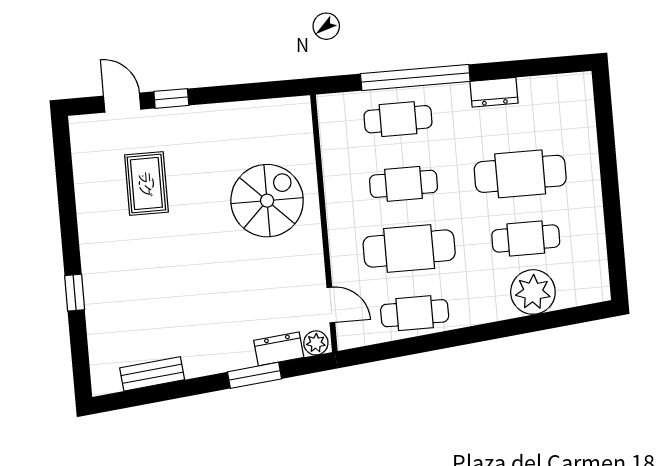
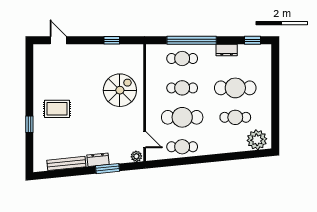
window: (549, 66) -> (252, 40), added
window: (171, 98) -> (112, 40), moved
rug: (146, 184) -> (57, 109), moved, turned 90
plant: (533, 292) -> (257, 140), moved
dresser: (279, 349) -> (98, 160), moved
bench: (152, 374) -> (66, 163), width x1.36

